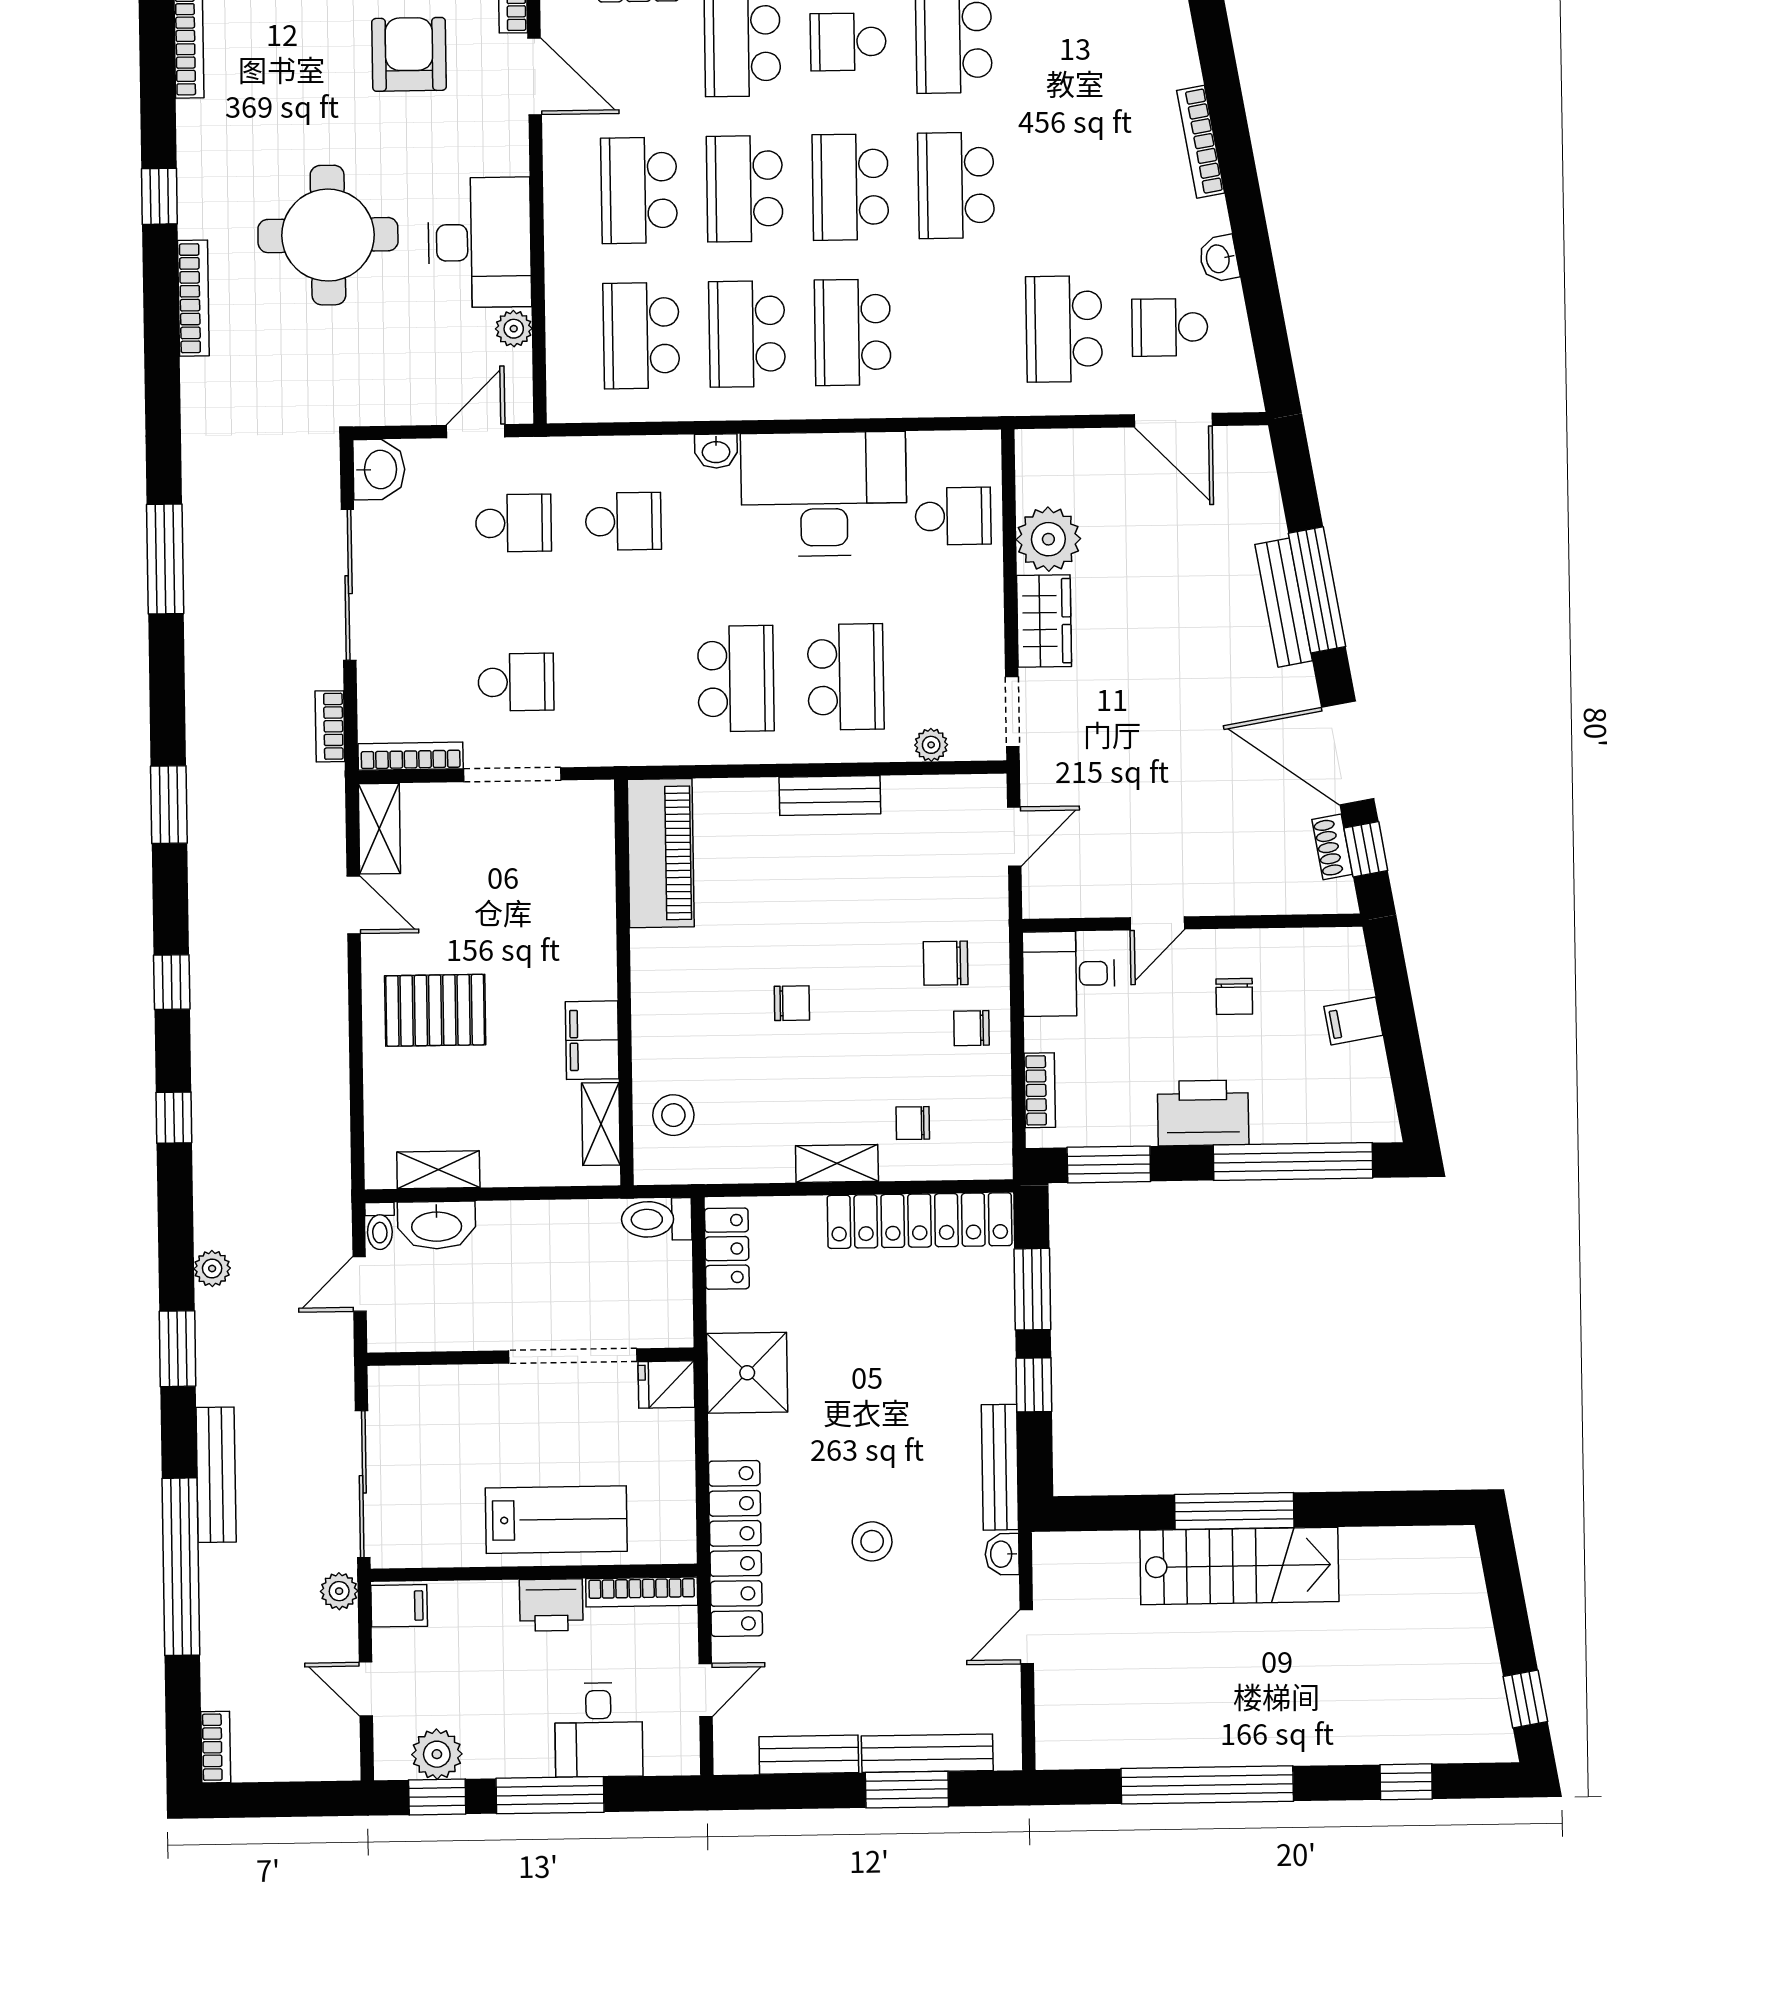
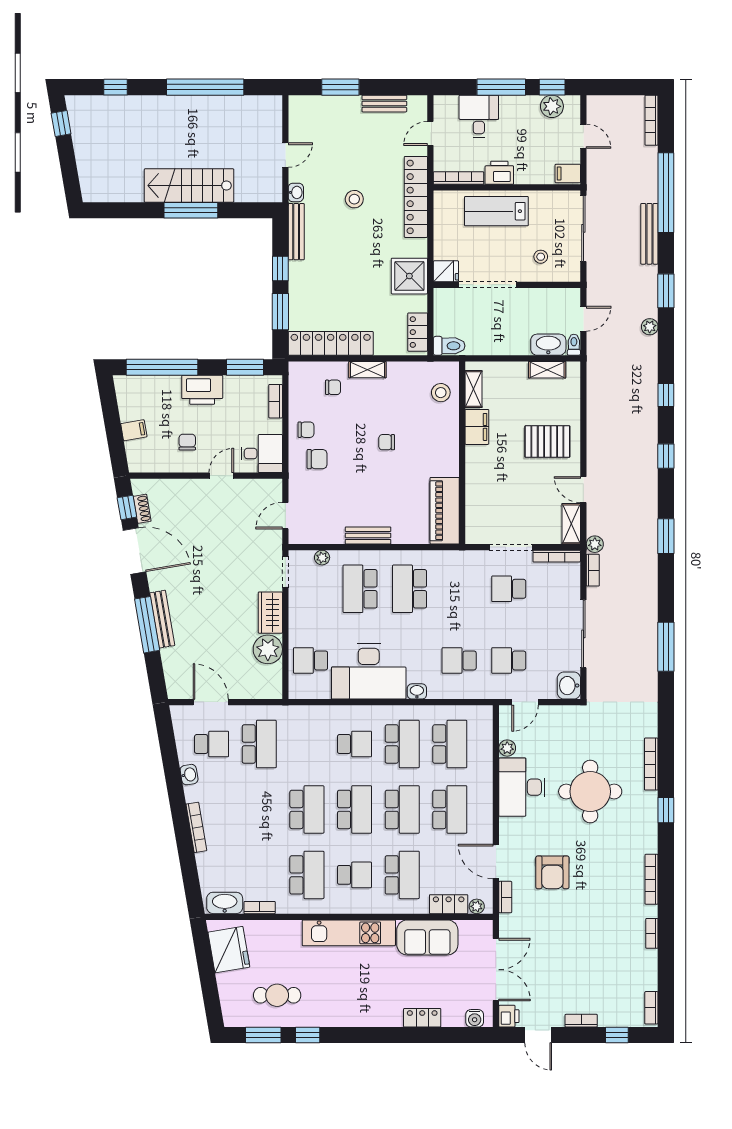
school desk: (853, 332) -> (355, 744), width x0.54
stool: (456, 1420) -> (541, 257), added
plant: (339, 1591) -> (595, 544), moved
bookcase: (216, 1747) -> (651, 120), width x1.56
bench: (927, 1753) -> (331, 103), removed

